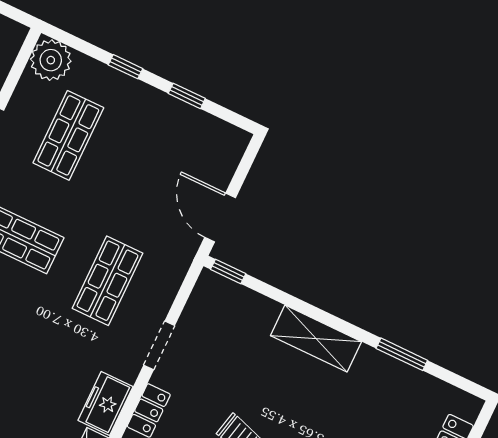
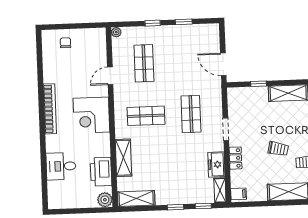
plant: (51, 60) -> (116, 32), width x0.53, depth x0.53
window: (228, 271) -> (259, 84), moved

